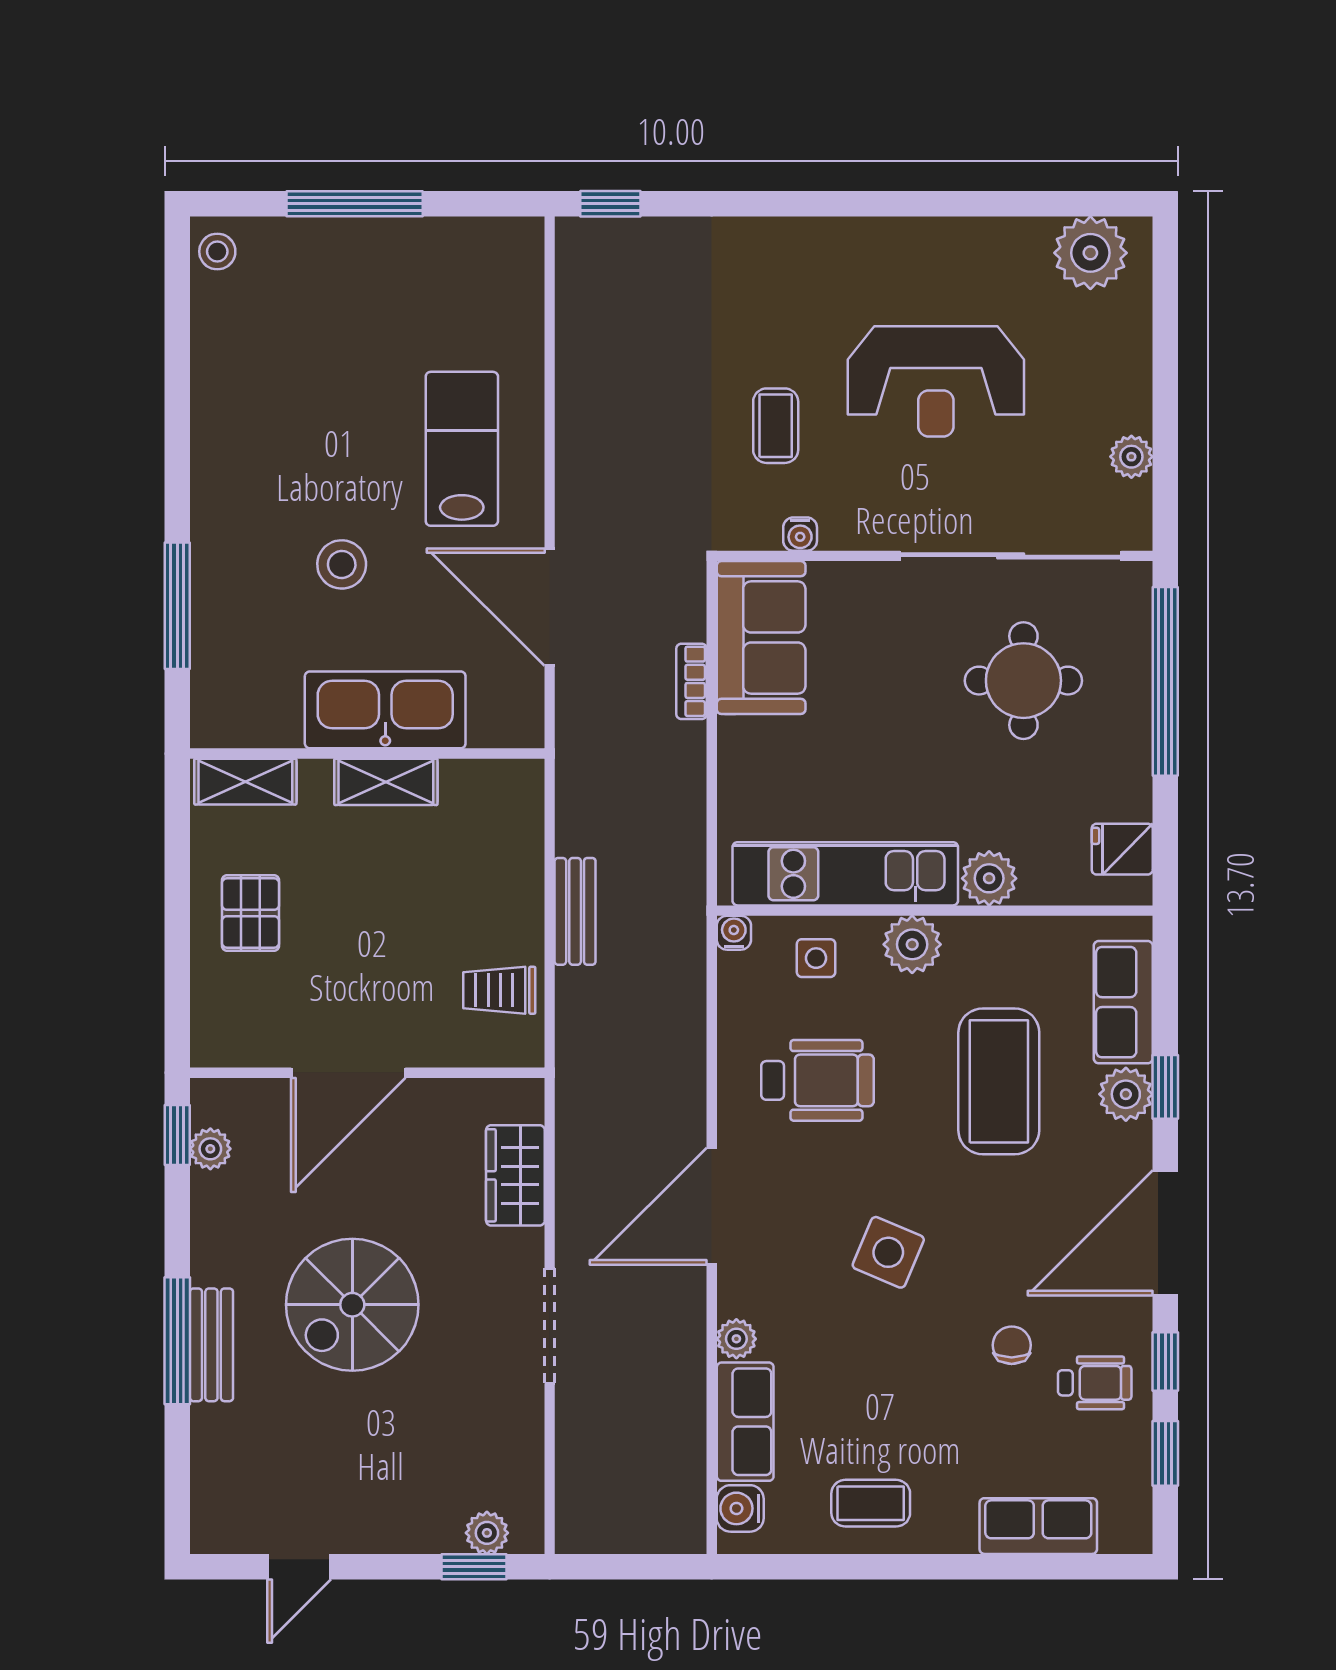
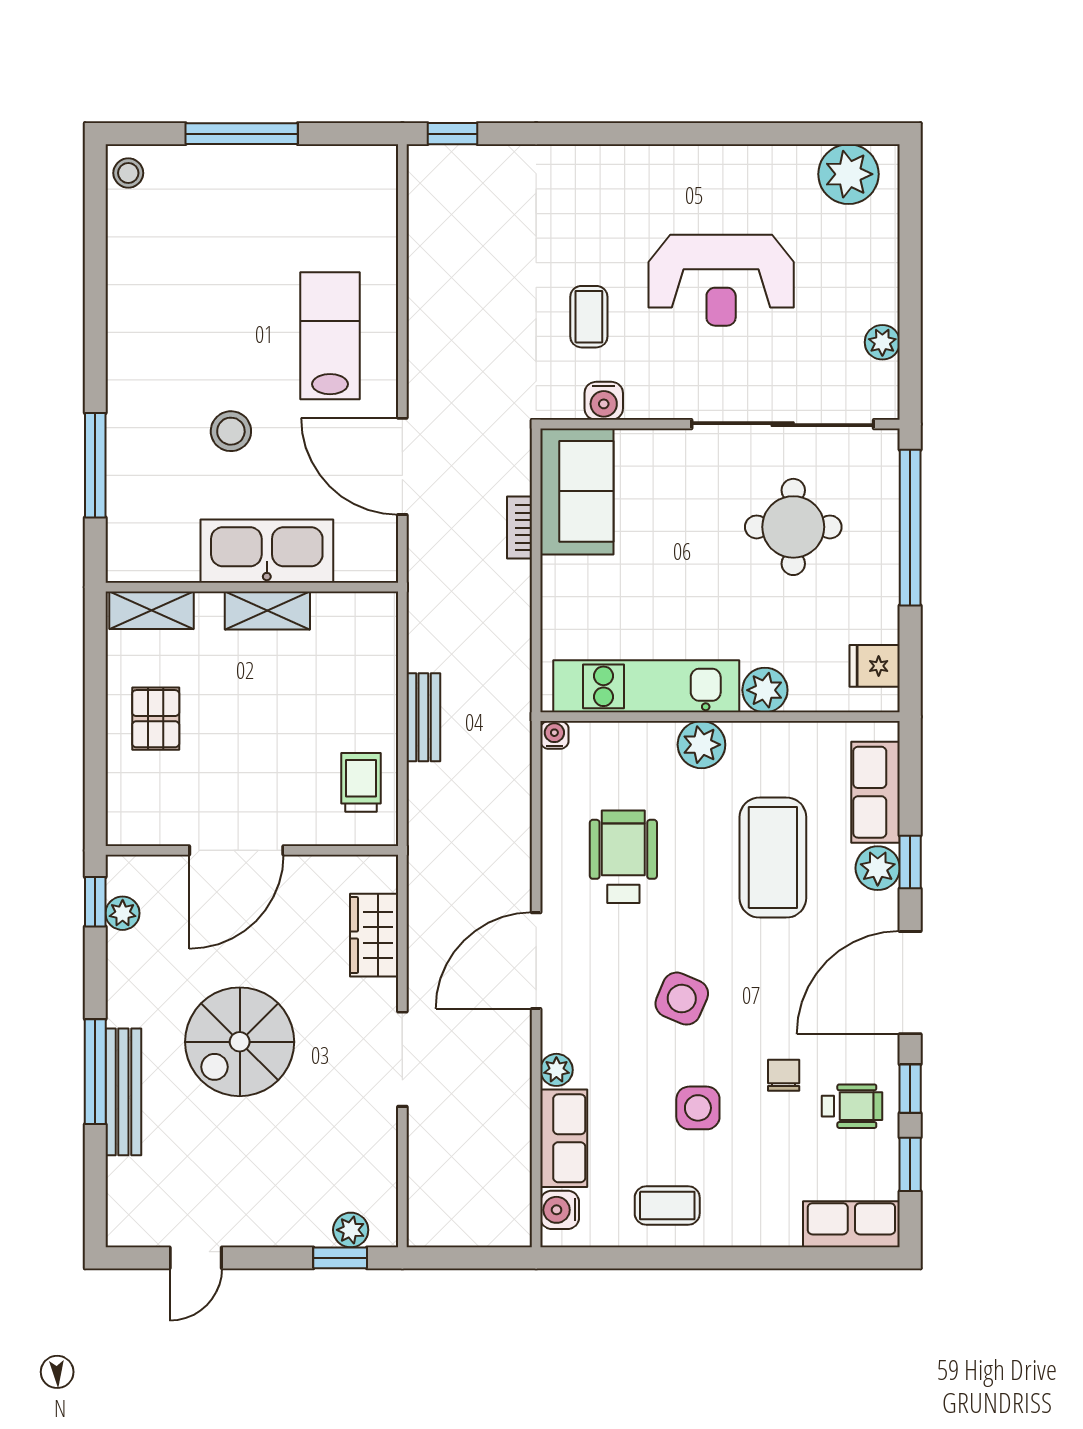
water cooler: (800, 534) -> (604, 401), width x1.38, depth x1.38
side table: (816, 958) -> (698, 1108), moved, width x1.37, depth x1.37
trolley: (499, 990) -> (361, 782), turned 90
wheelchair: (817, 1080) -> (623, 857), turned -90
bench: (211, 1345) -> (123, 1092), width x1.36
row of seats: (1038, 1526) -> (851, 1224), moved

